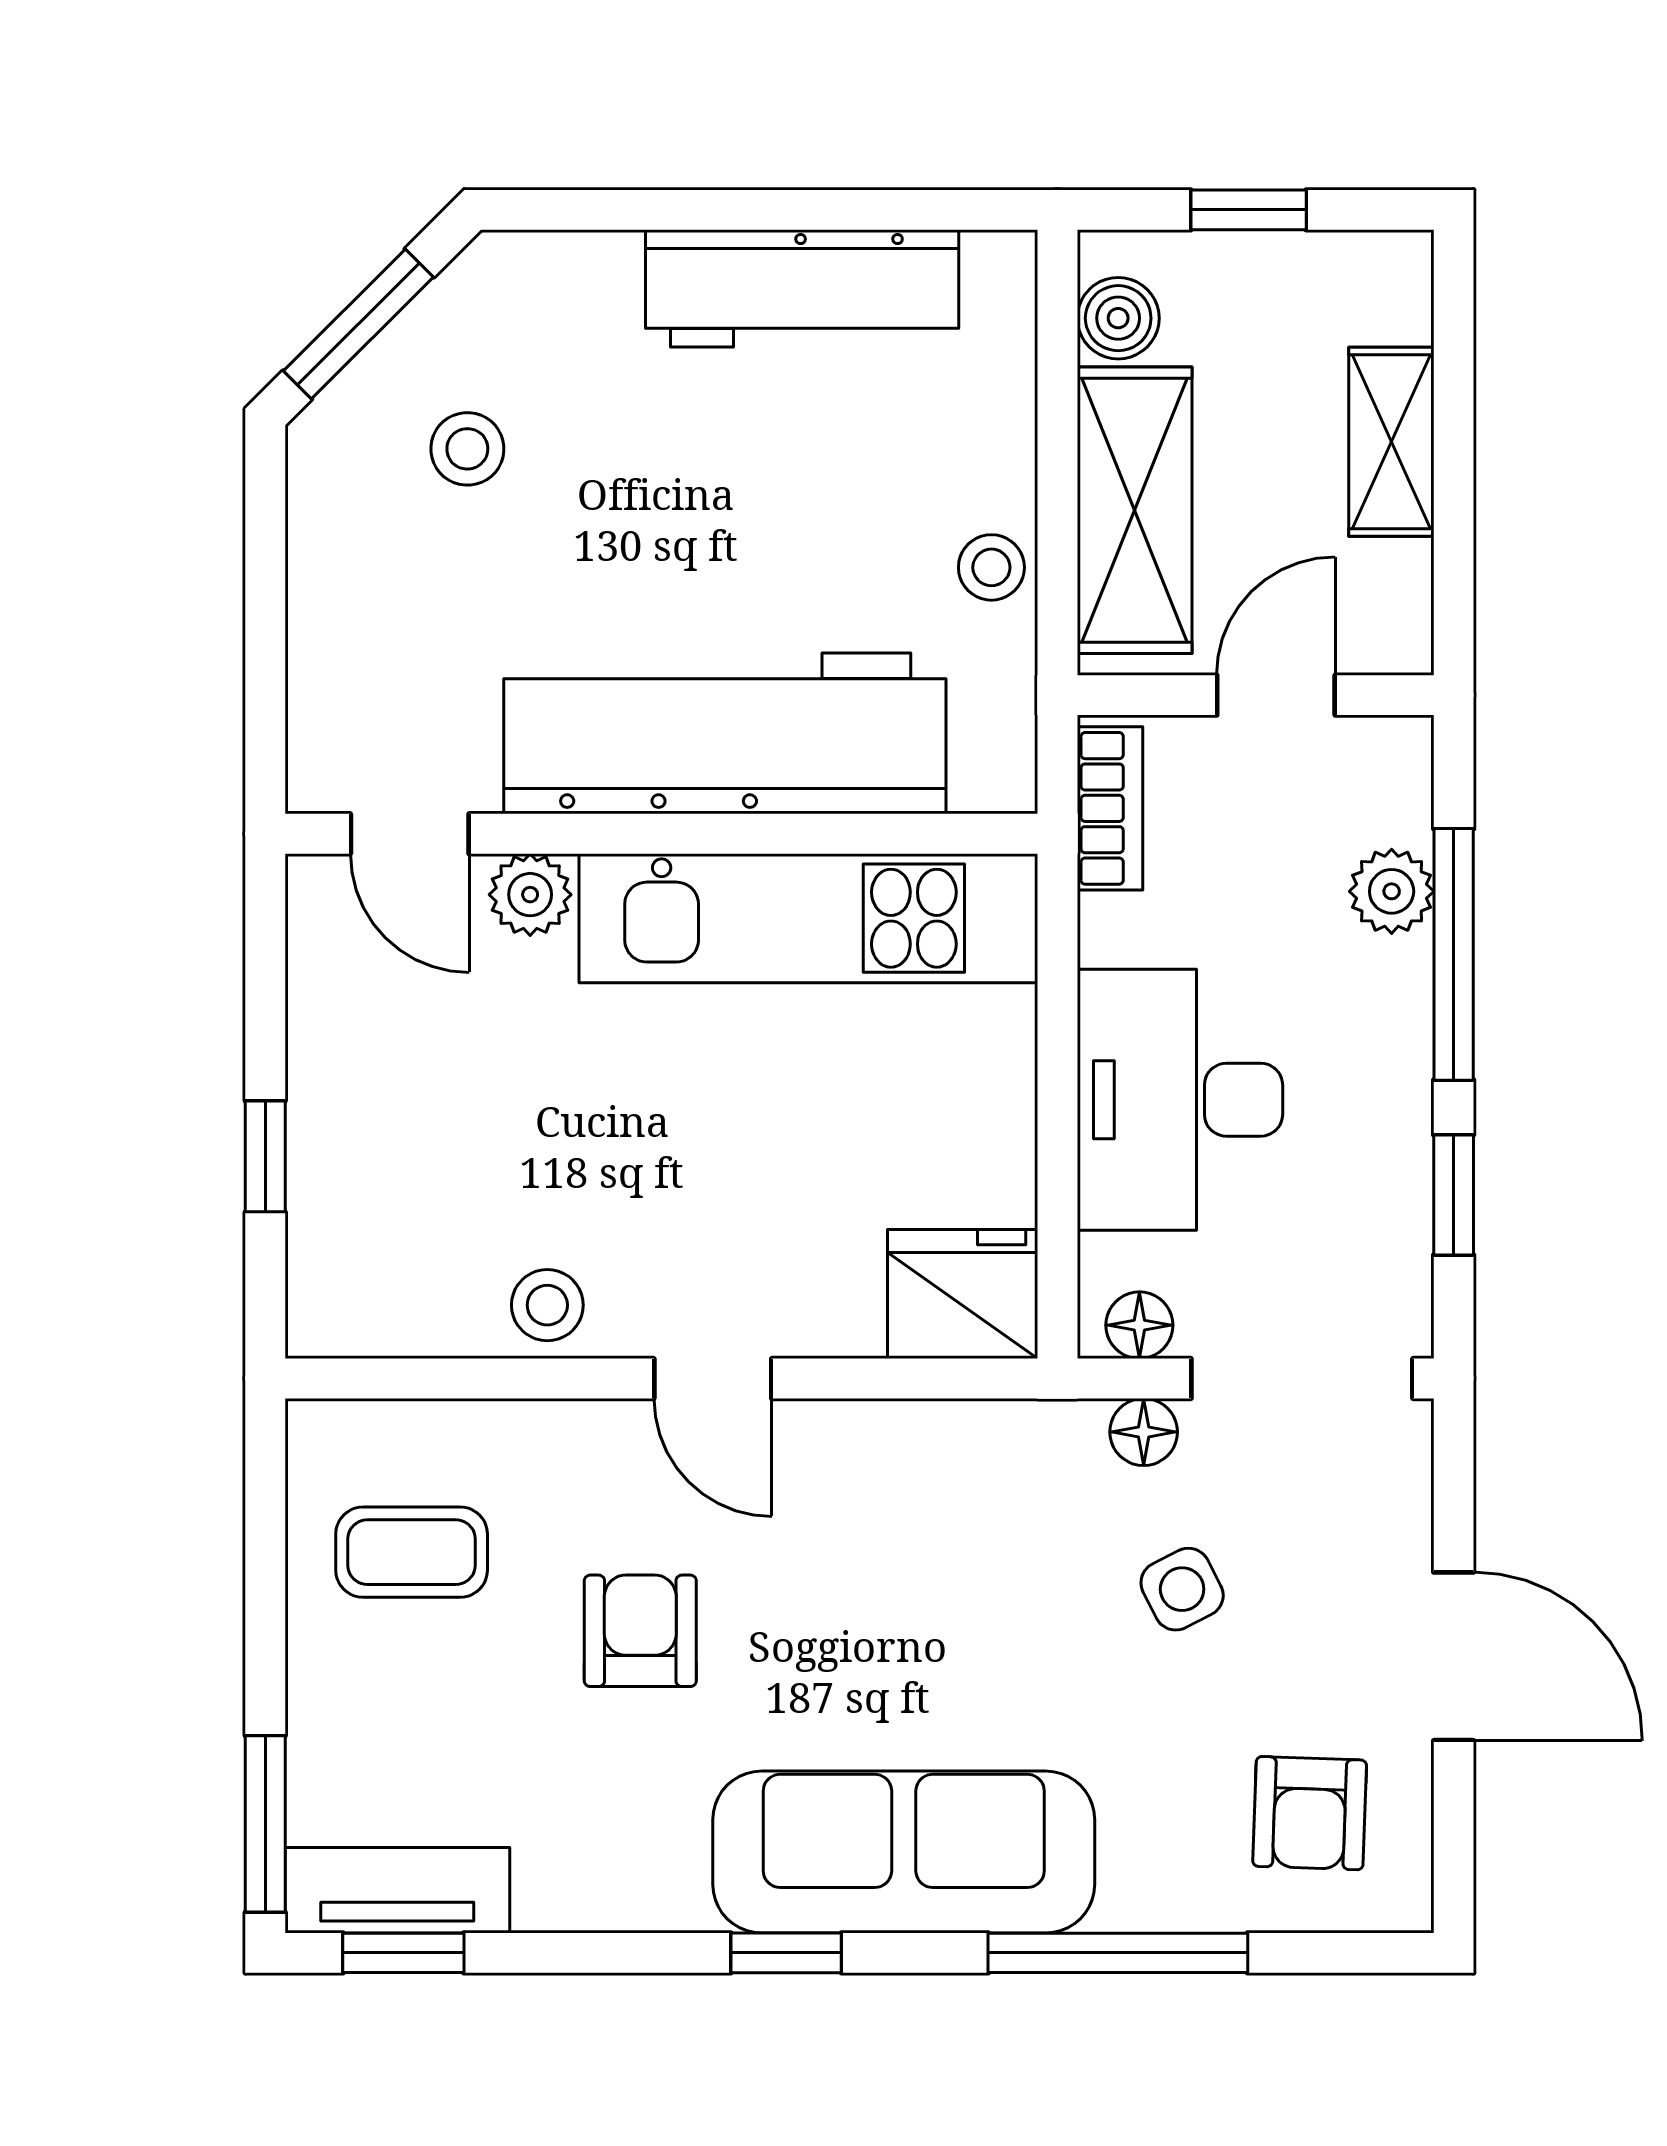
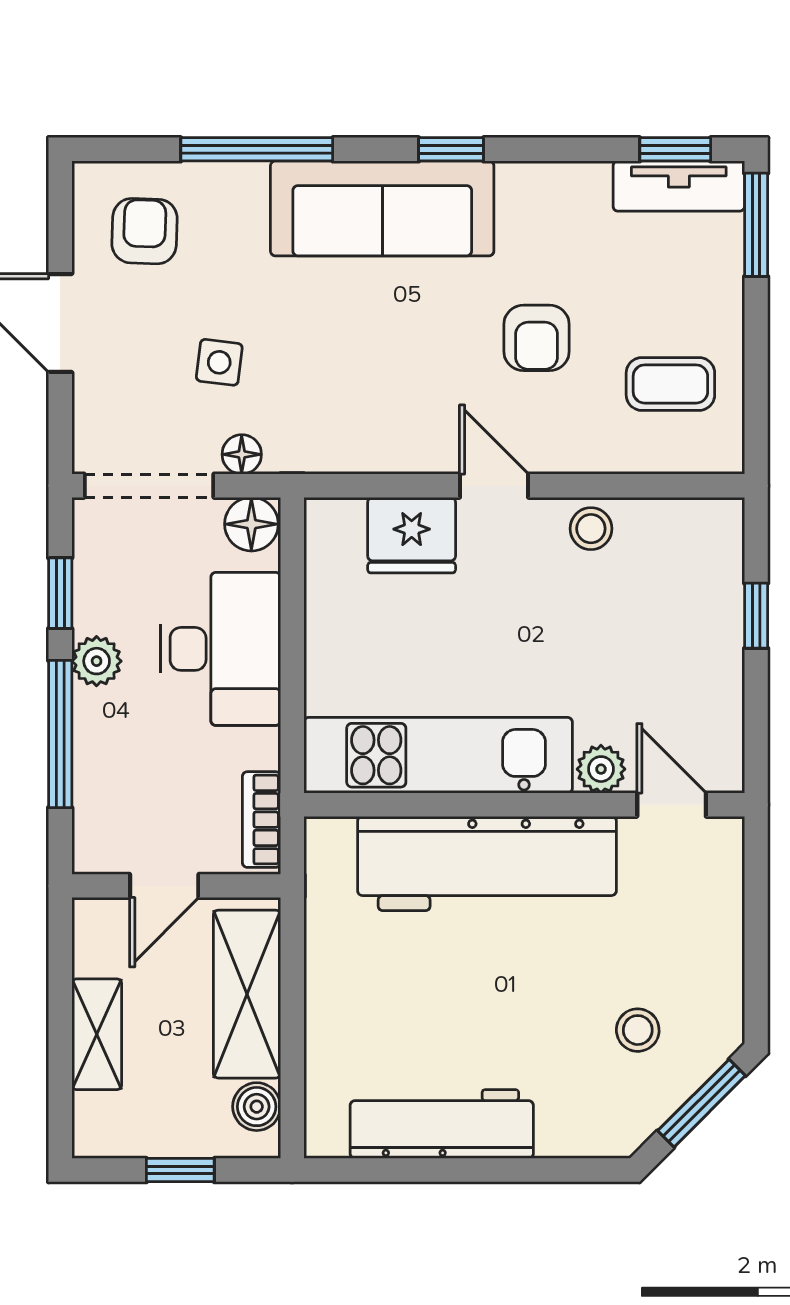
stool: (991, 567) -> (331, 961), removed
plant: (1392, 891) -> (97, 661), moved
fridge: (963, 1294) -> (412, 535), moved
floor lamp: (1139, 1325) -> (251, 524), width x1.37, depth x1.37
side table: (1182, 1589) -> (219, 362), turned 34

